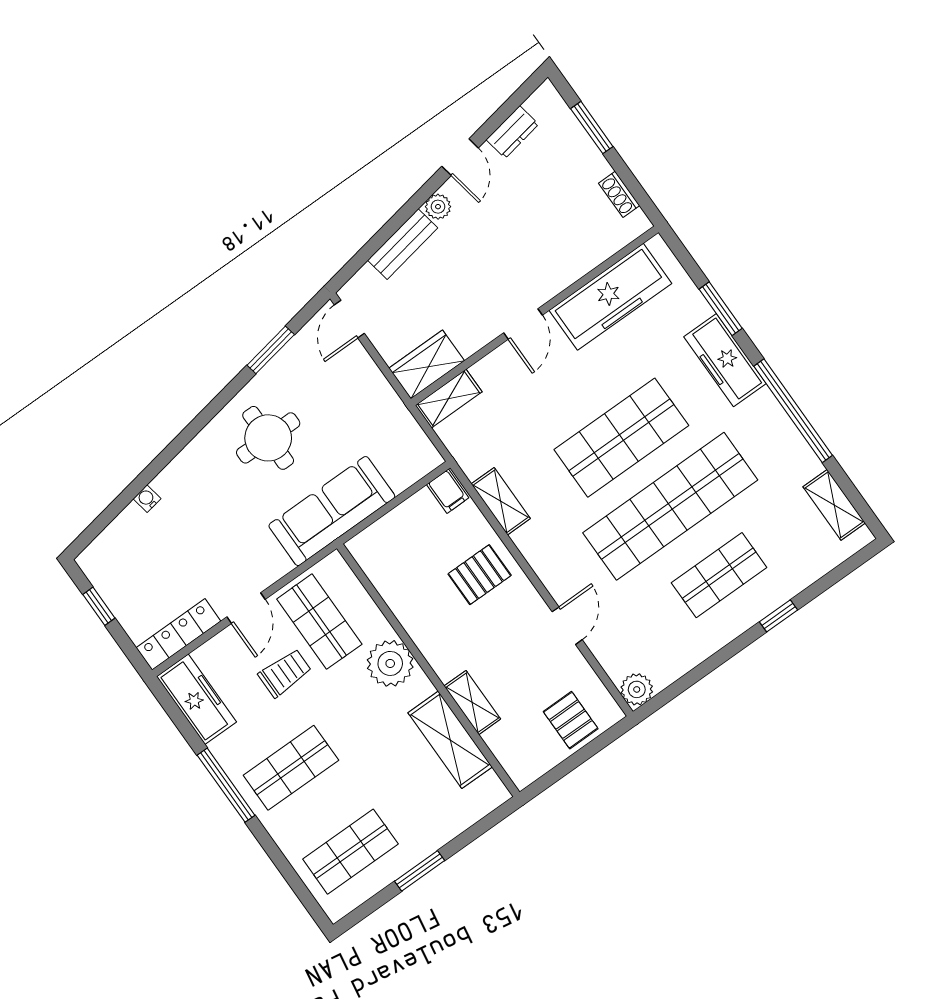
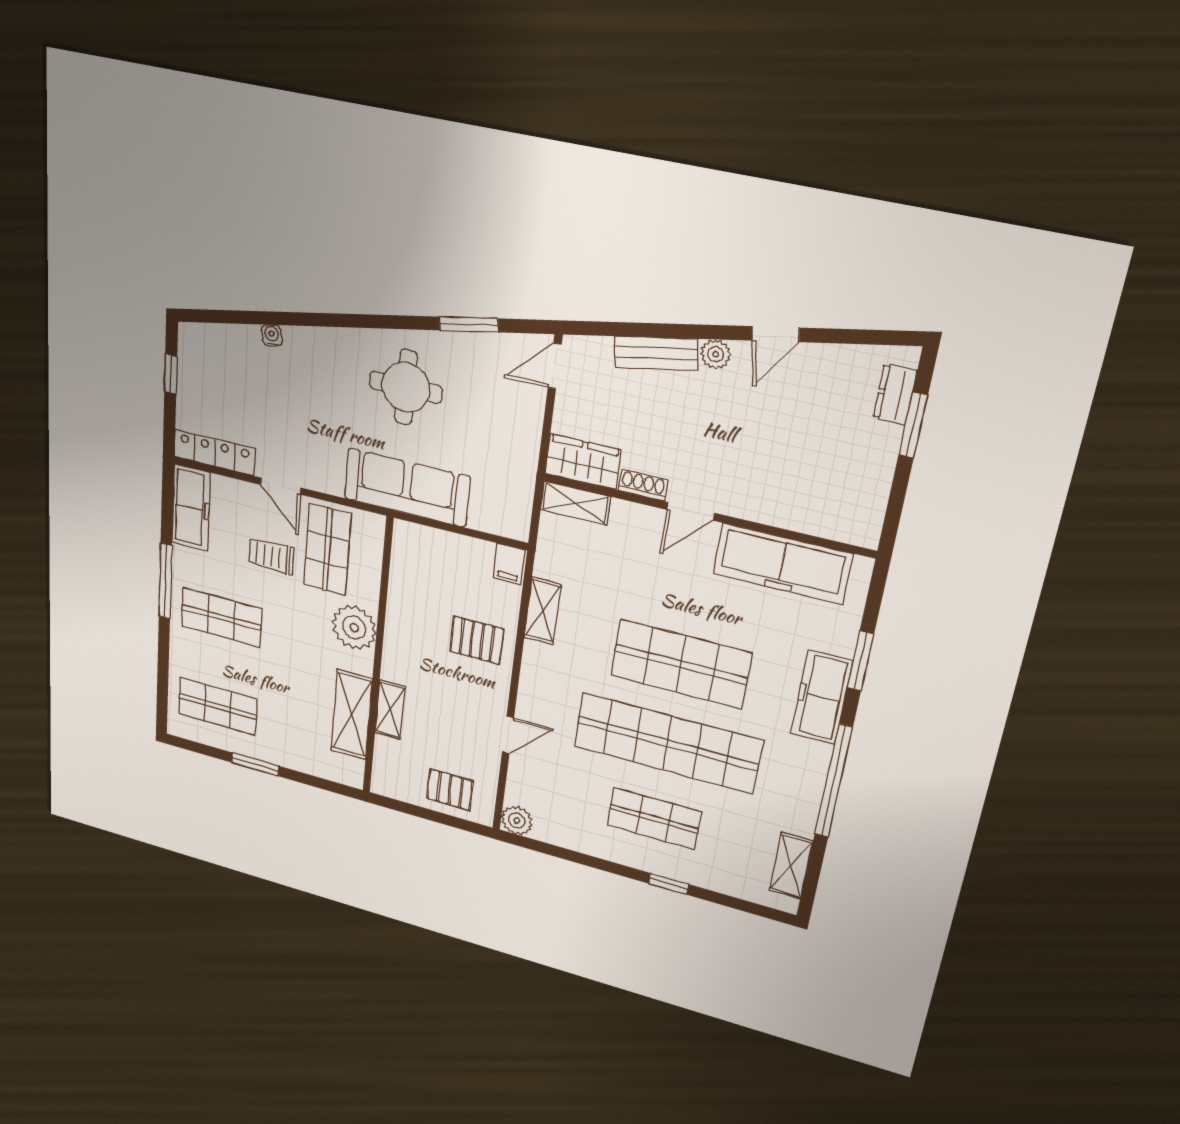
dresser: (512, 132) -> (895, 394), moved, turned 100
shoe rack: (619, 194) -> (643, 485), moved, turned 90
door: (246, 608) -> (281, 486), hinge flipped
trolley: (285, 673) -> (271, 556), turned 180
pallet: (571, 720) -> (450, 790), turned 90

